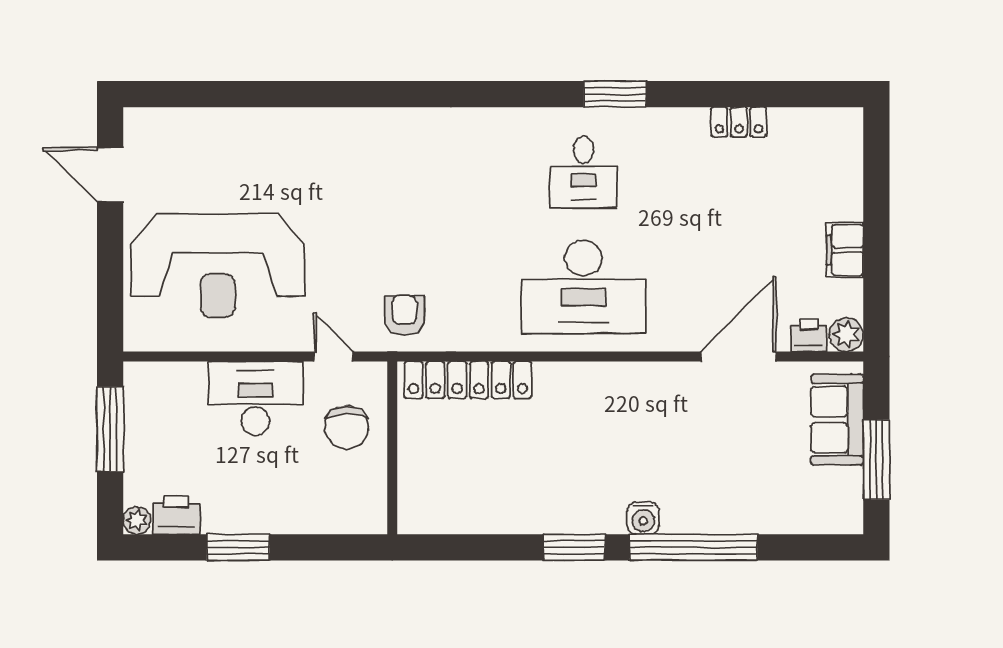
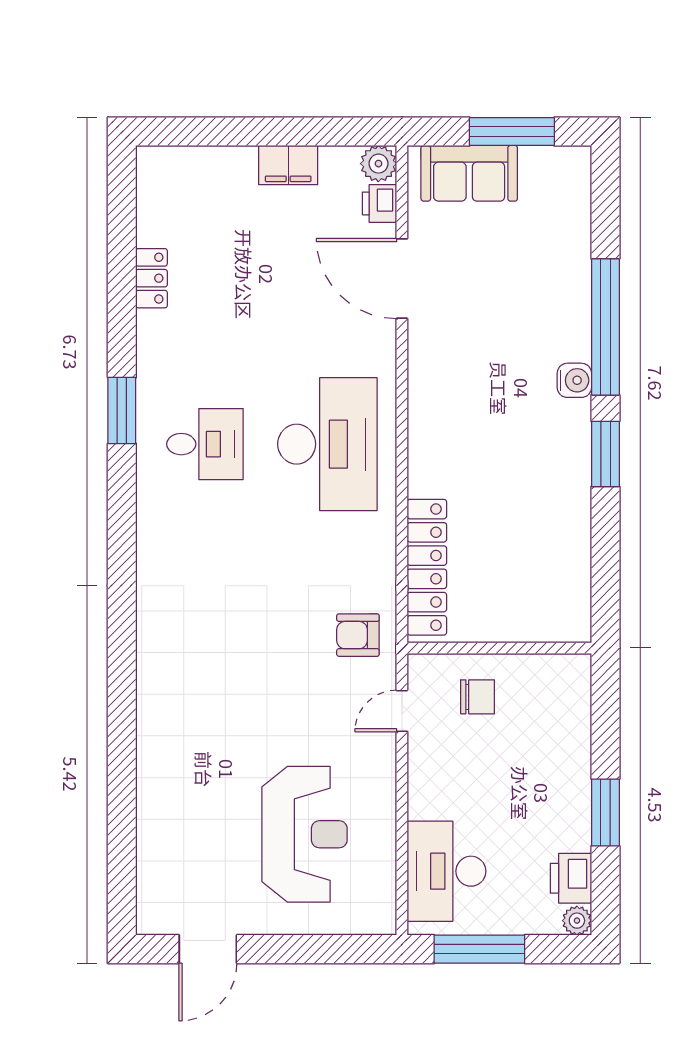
reception desk: (218, 265) -> (305, 834), width x0.74, depth x0.77
desk: (255, 398) -> (446, 871), moved
chair: (347, 427) -> (477, 697), width x0.73, depth x0.73

